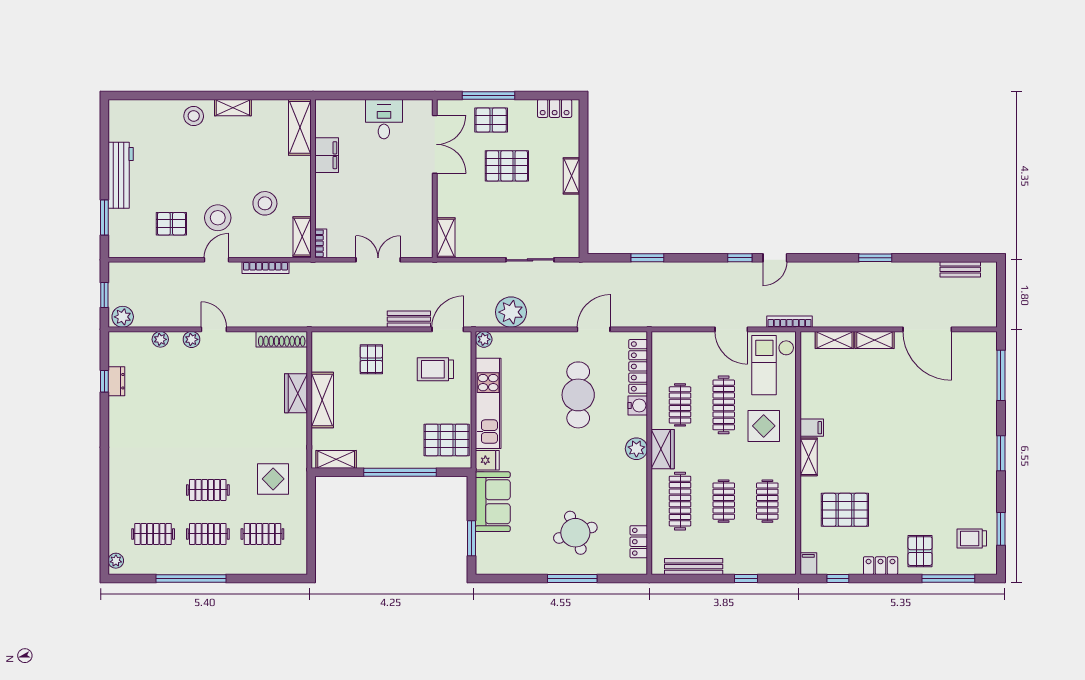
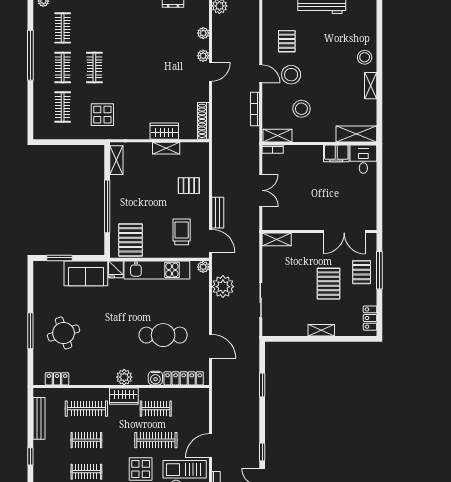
desk: (384, 119) -> (363, 159), moved, turned -90
shelving: (322, 400) -> (166, 148), width x0.67, depth x0.75

